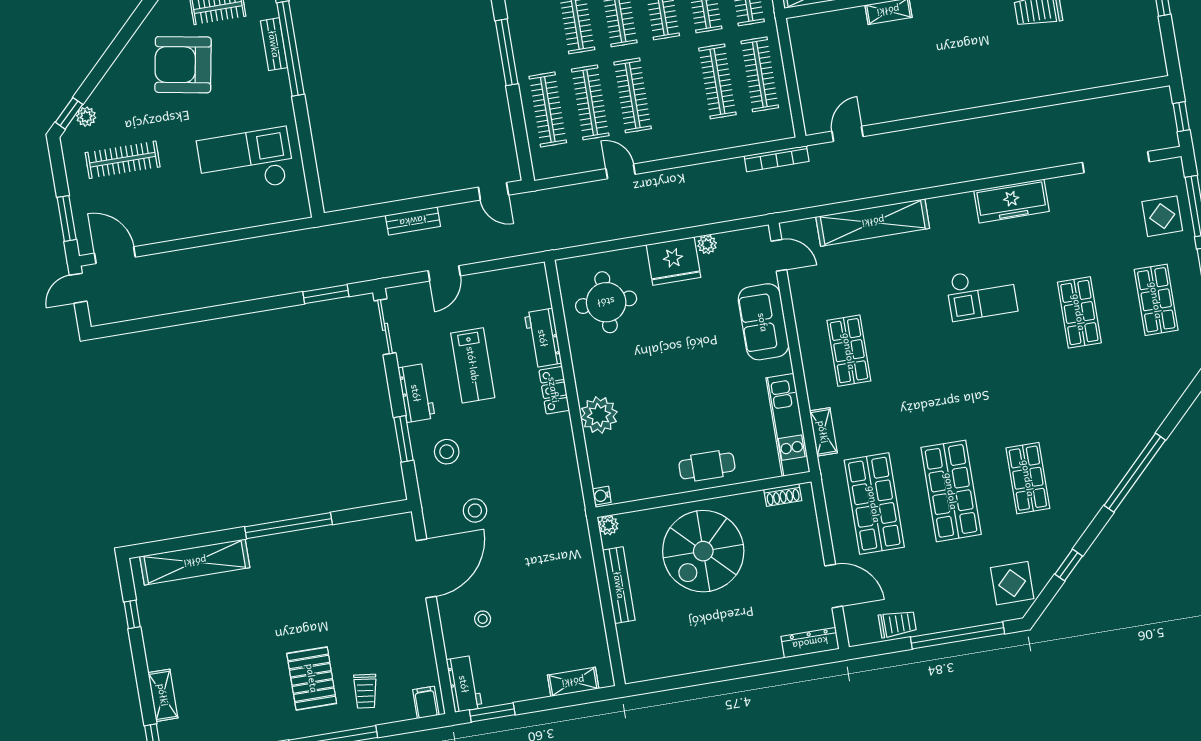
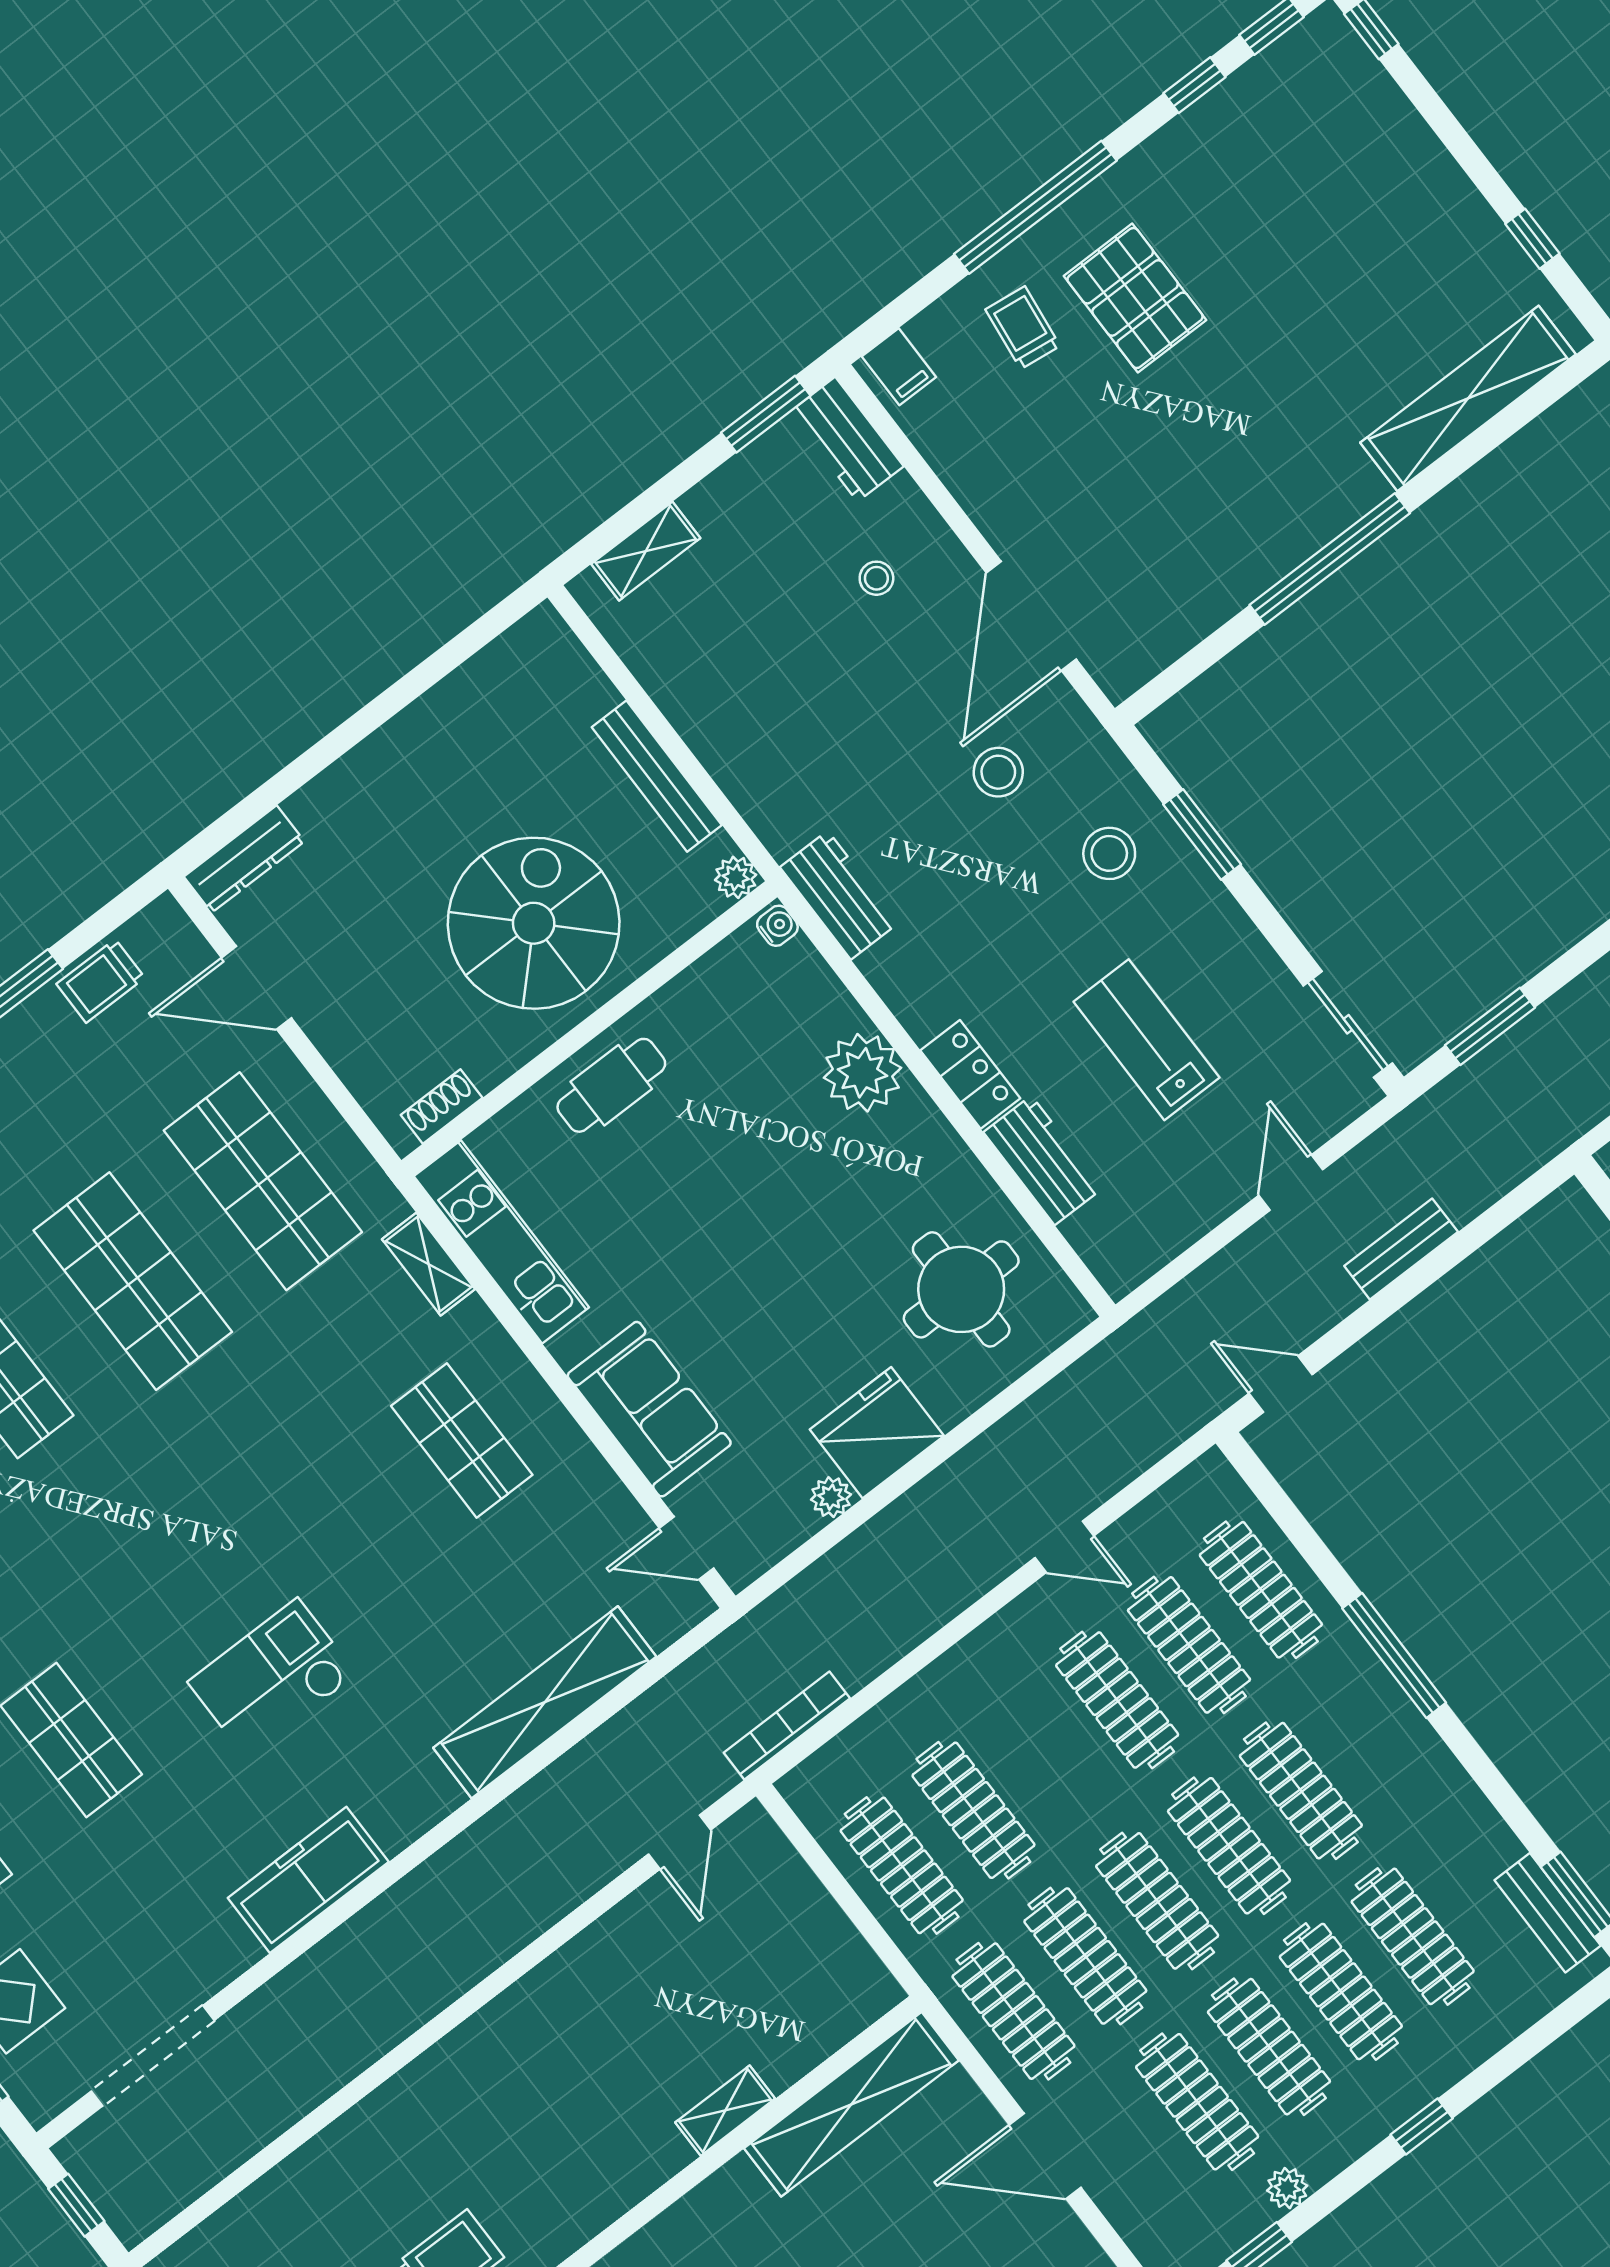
workbench: (416, 393) -> (839, 895), moved, turned 180
shelving: (163, 695) -> (1395, 119), removed

